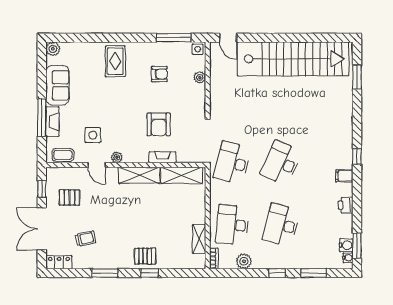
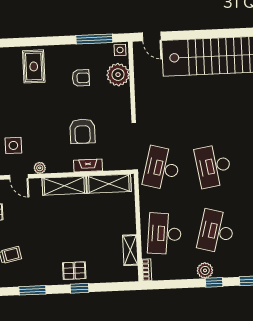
plant: (200, 77) -> (118, 75), width x1.87, depth x1.87
desk: (281, 163) -> (213, 166), turned -33
plant: (244, 261) -> (205, 270), moved

